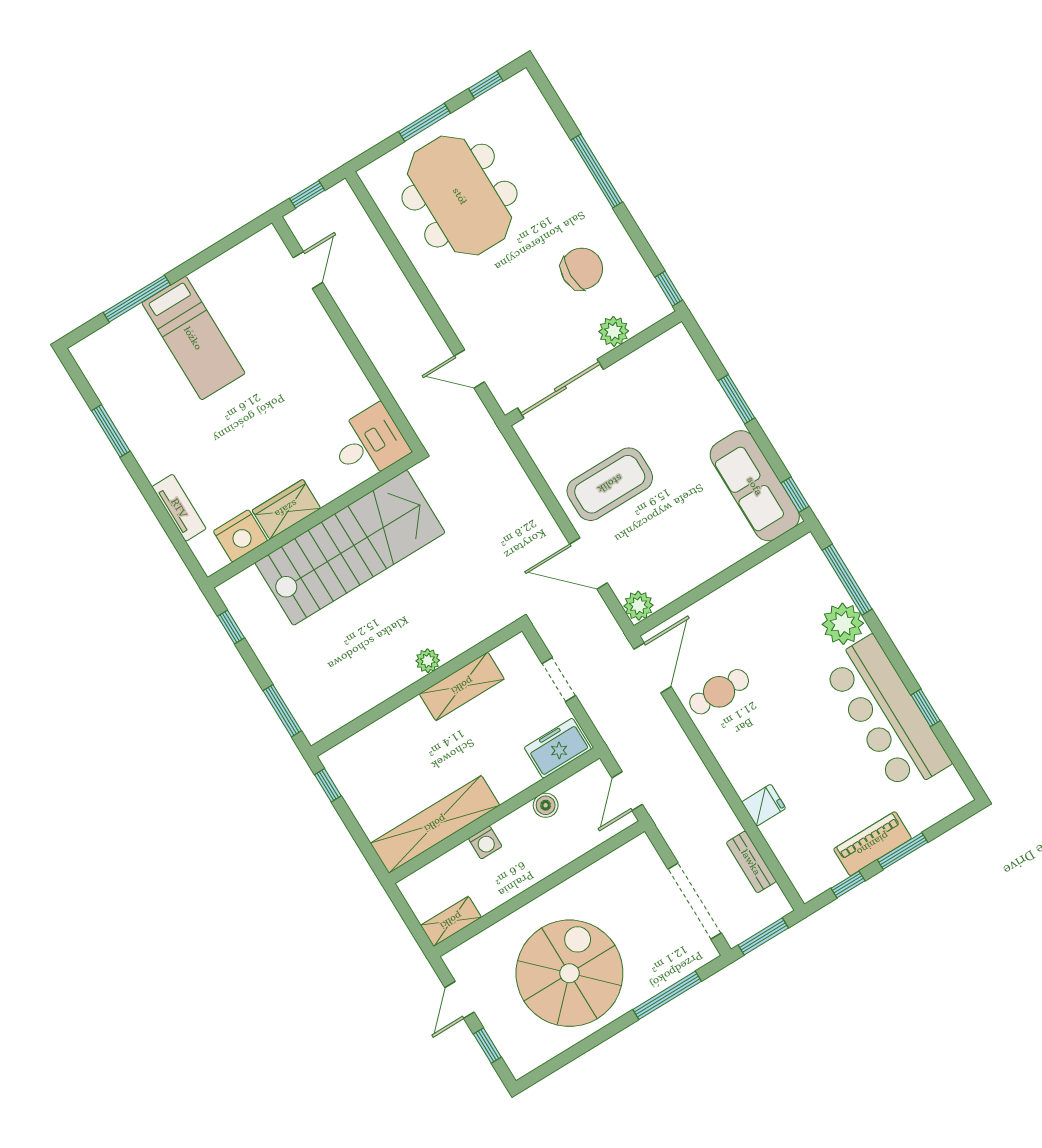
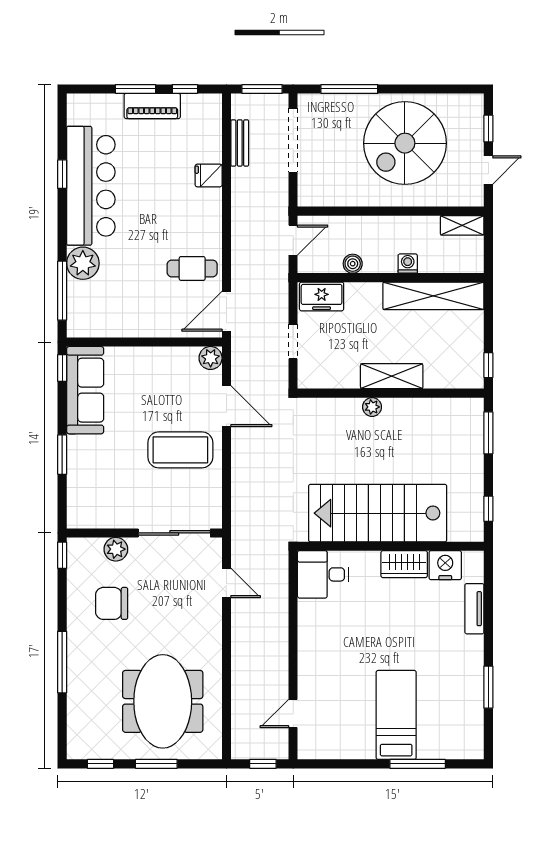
shelving: (462, 686) -> (392, 376), moved

